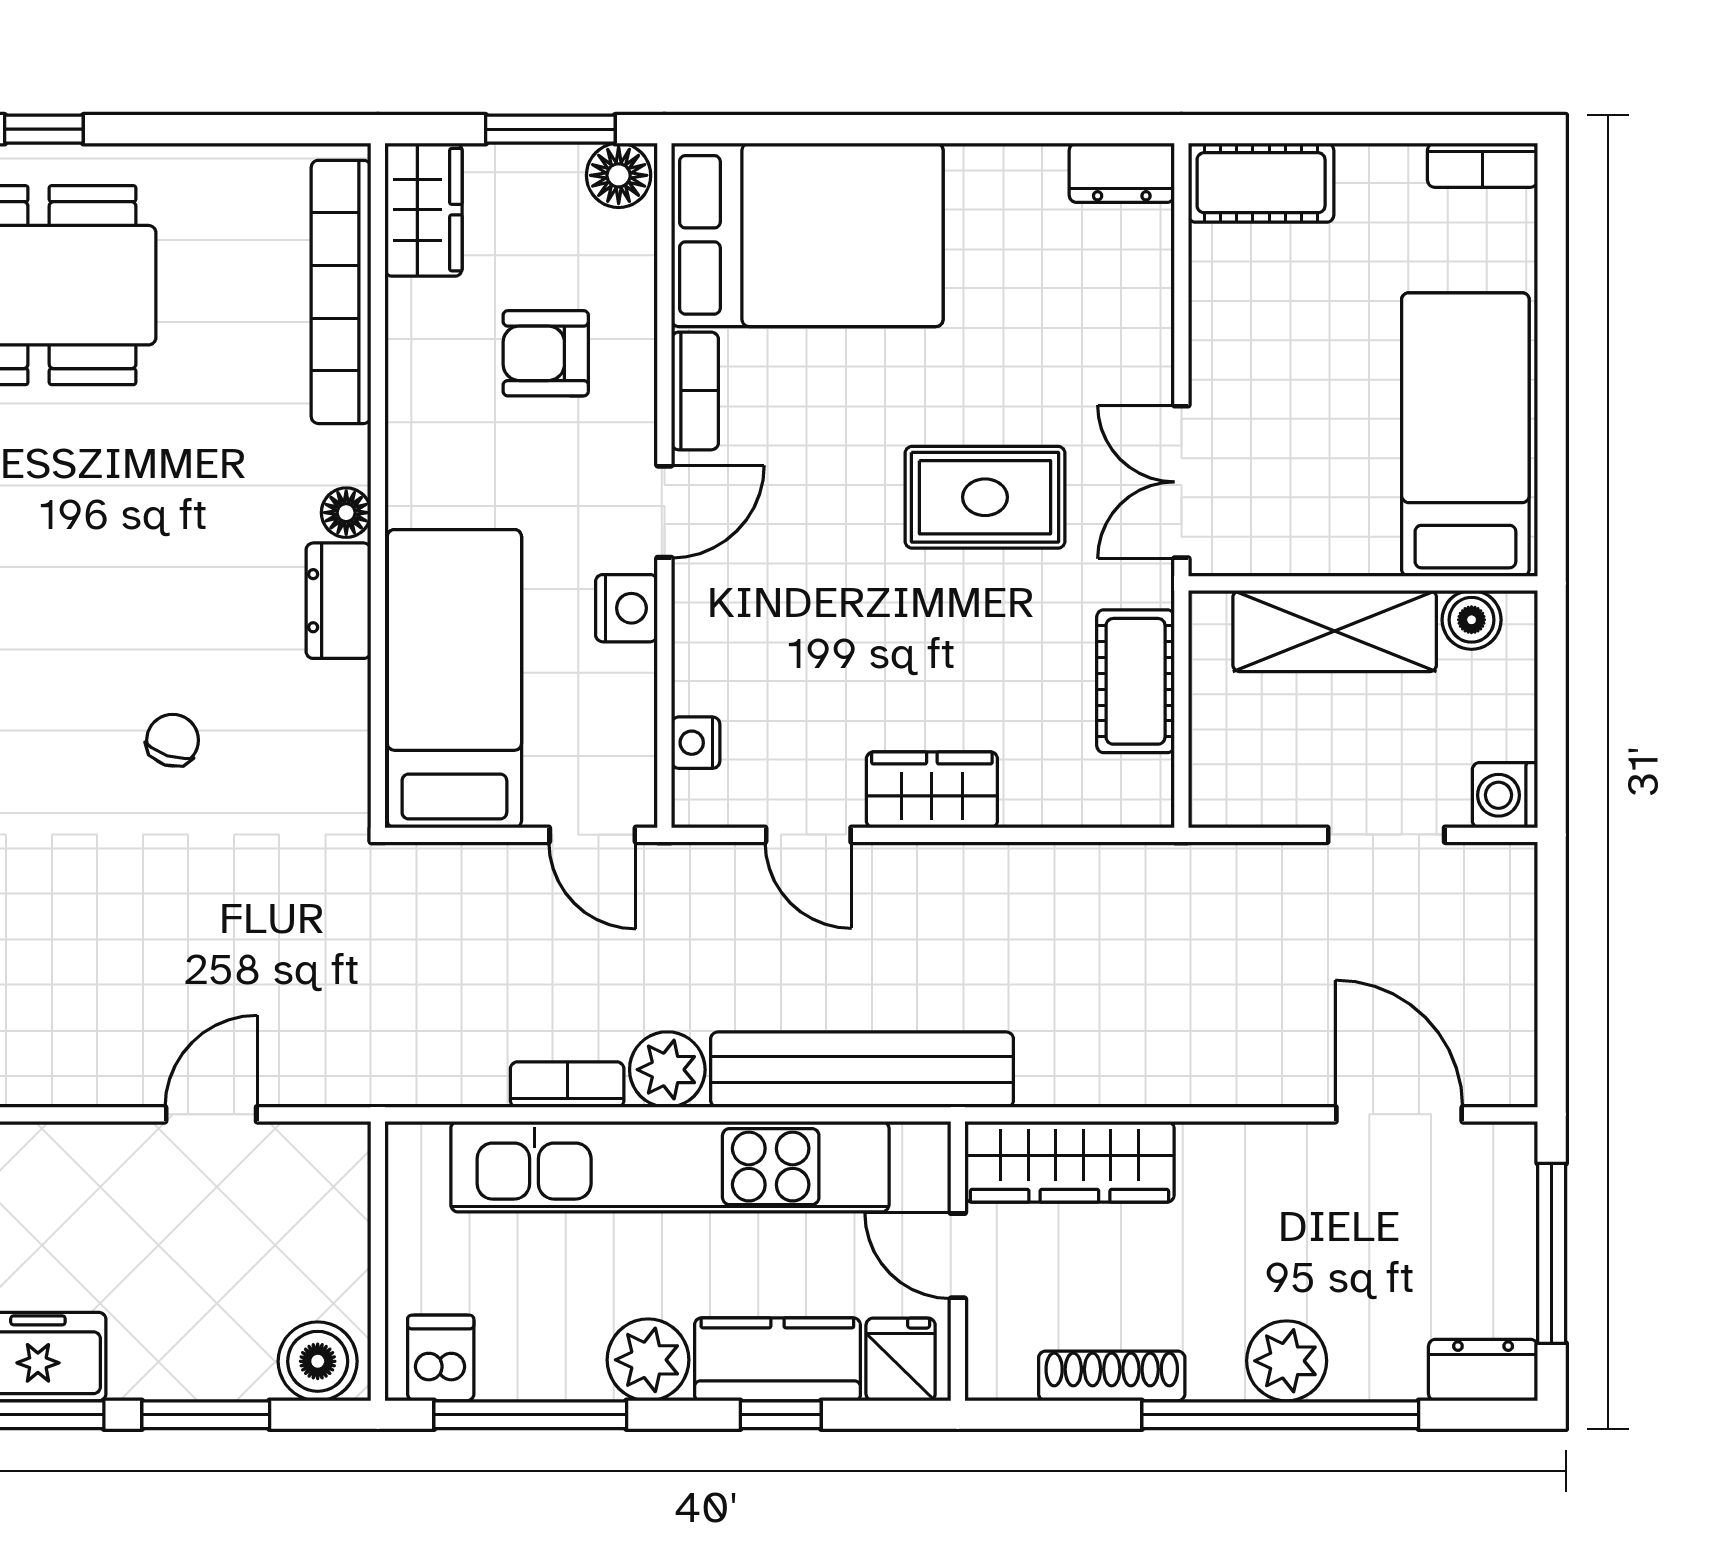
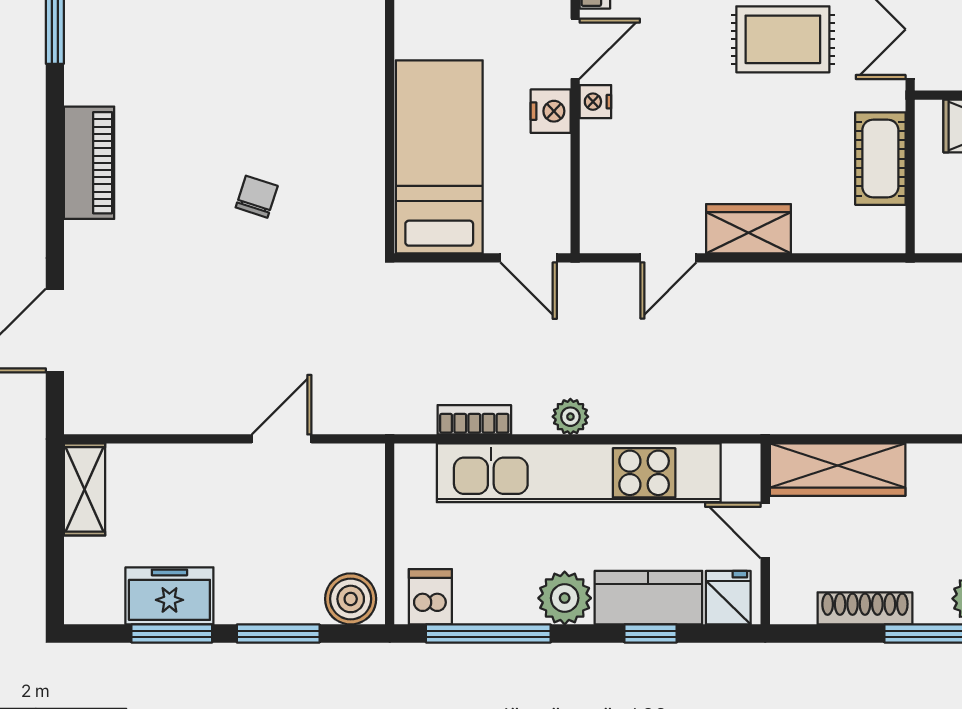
floor lamp: (346, 513) -> (369, 49), removed
dresser: (338, 601) -> (364, 106), removed
nightstand: (696, 743) -> (595, 102), moved
door: (808, 835) -> (668, 258), hinge flipped
plant: (667, 1070) -> (570, 417), width x0.73, depth x0.73
bench: (862, 1070) -> (703, 410), removed
bookcase: (567, 1085) -> (474, 420), moved

